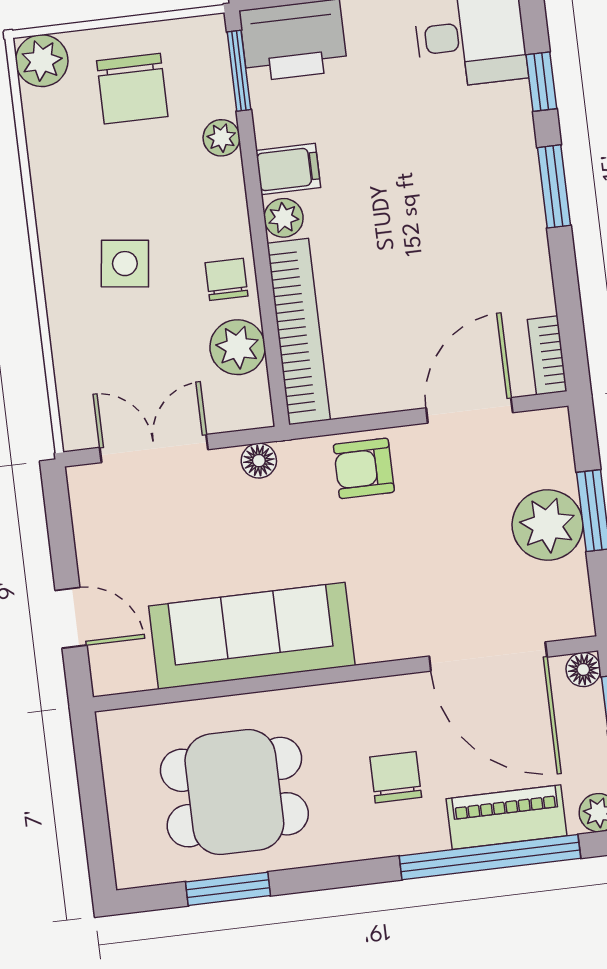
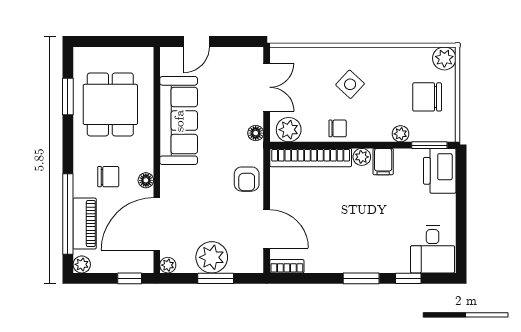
side table: (125, 264) -> (350, 84), turned 36
plant: (238, 347) -> (289, 130), moved
armchair: (364, 468) -> (247, 179), turned 180
plant: (577, 621) -> (168, 265), added
floor lamp: (583, 670) -> (146, 180), moved

